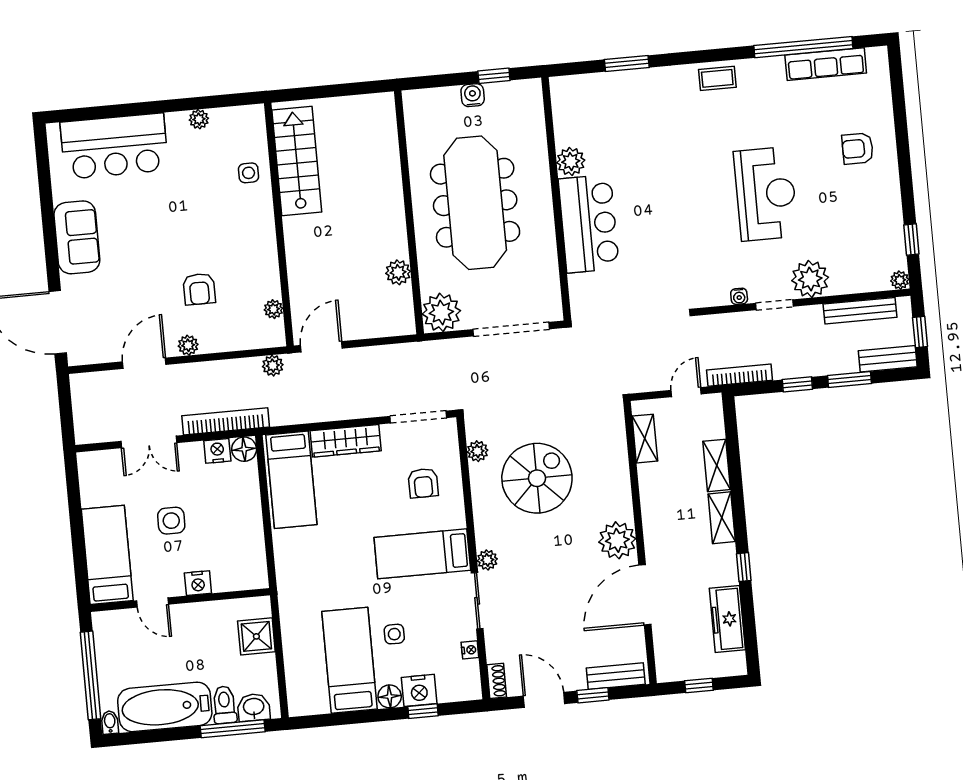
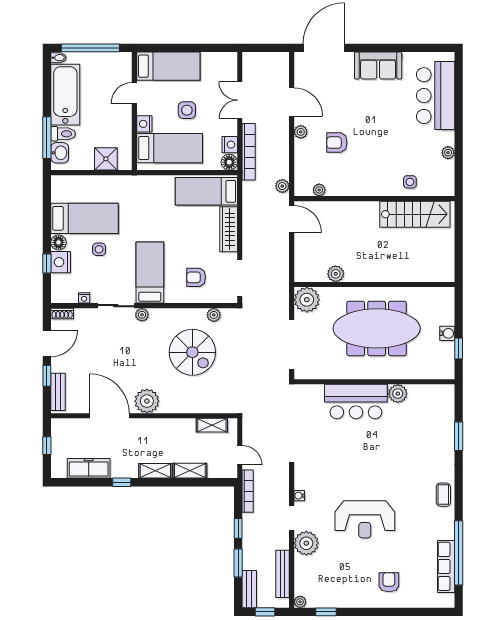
bed: (231, 542) -> (170, 148), added

